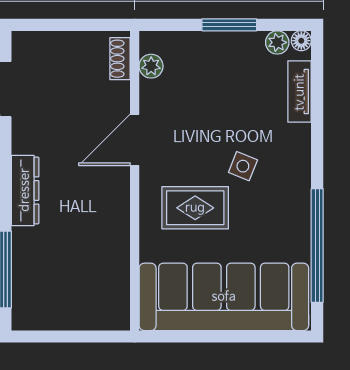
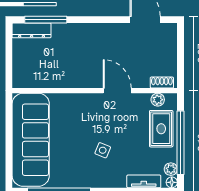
window: (229, 25) -> (180, 143), width x2.11
dresser: (25, 190) -> (32, 30), moved
rug: (195, 208) -> (161, 129), moved

